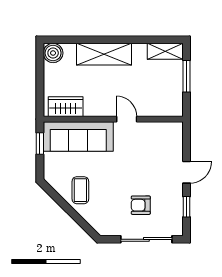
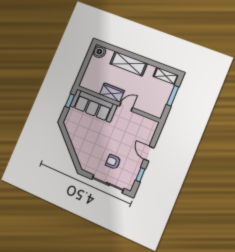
wardrobe: (66, 107) -> (112, 93), moved
door: (127, 119) -> (126, 107), hinge flipped
door: (187, 172) -> (149, 154), swing flipped
coffee table: (80, 190) -> (81, 138), removed

